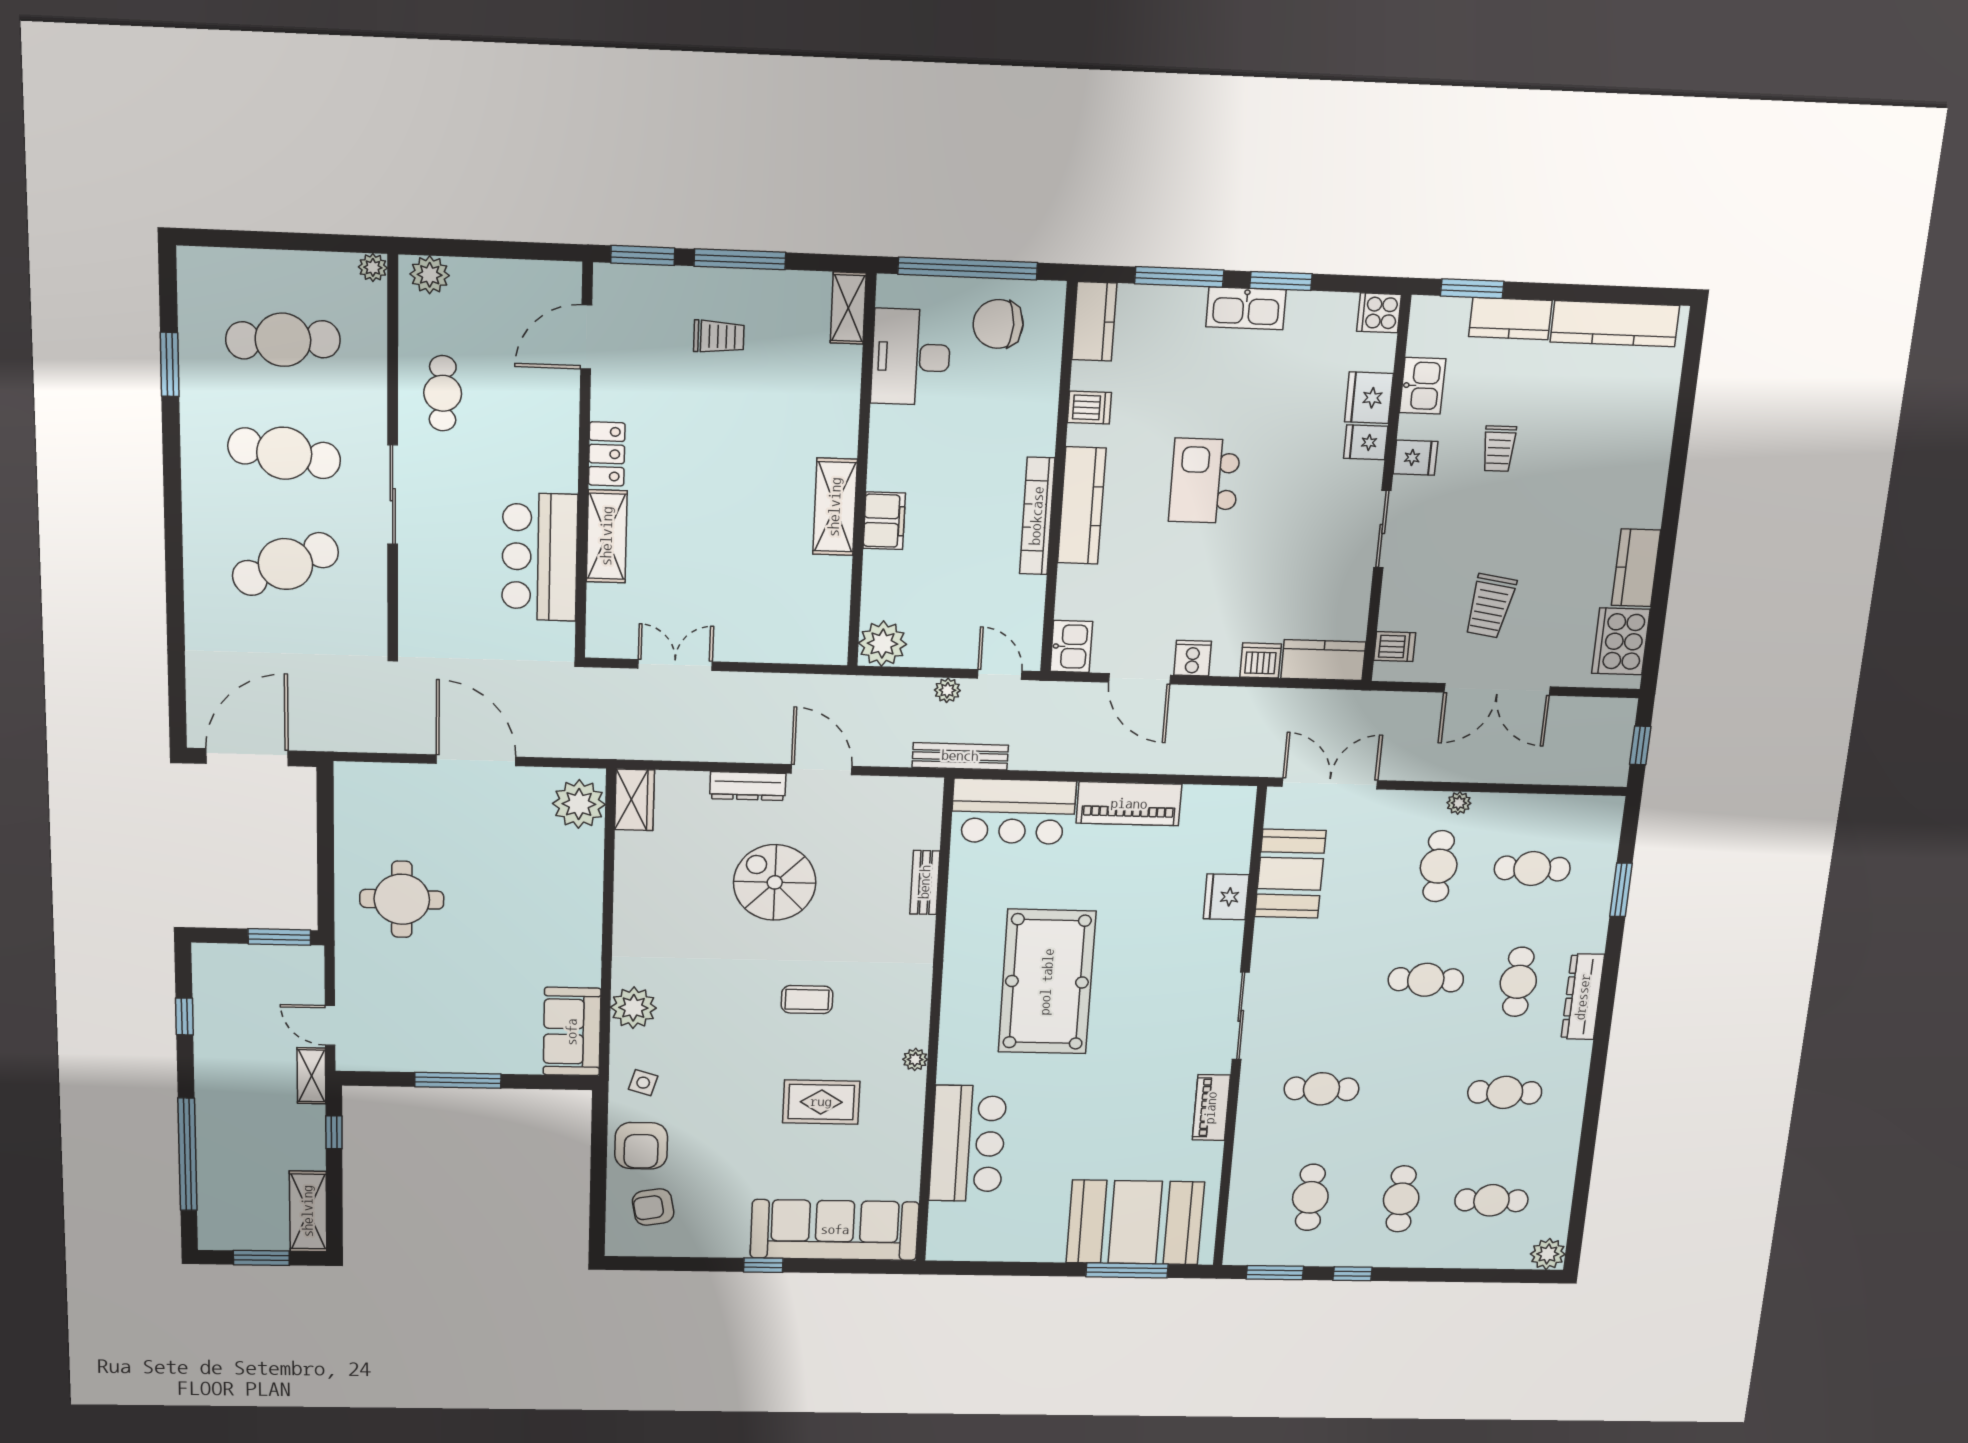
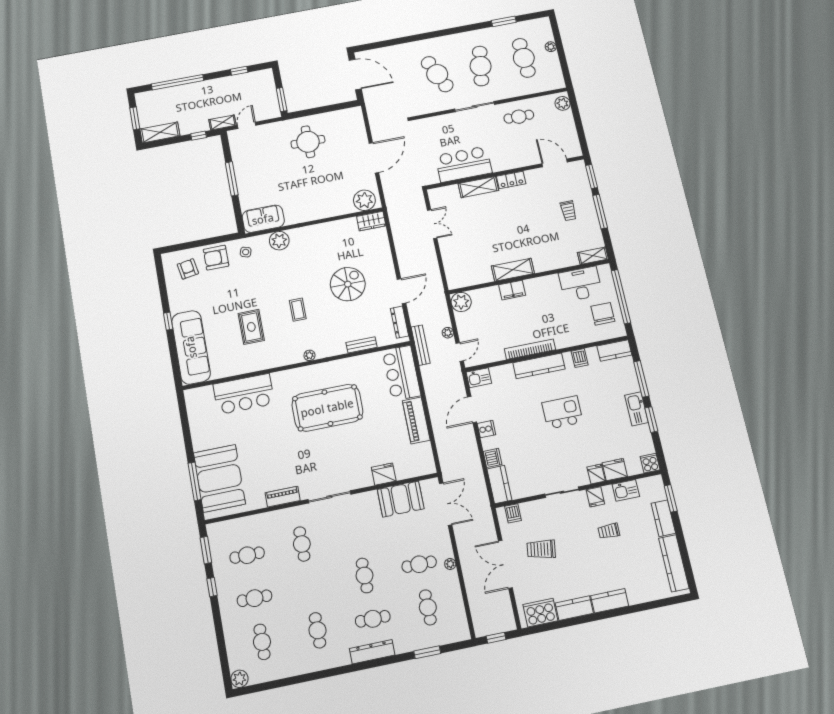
plant: (373, 267) -> (551, 47), moved
kitchen counter: (1646, 488) -> (610, 601), added
dresser: (748, 786) -> (400, 322), moved
plant: (915, 1059) -> (309, 355), moved

